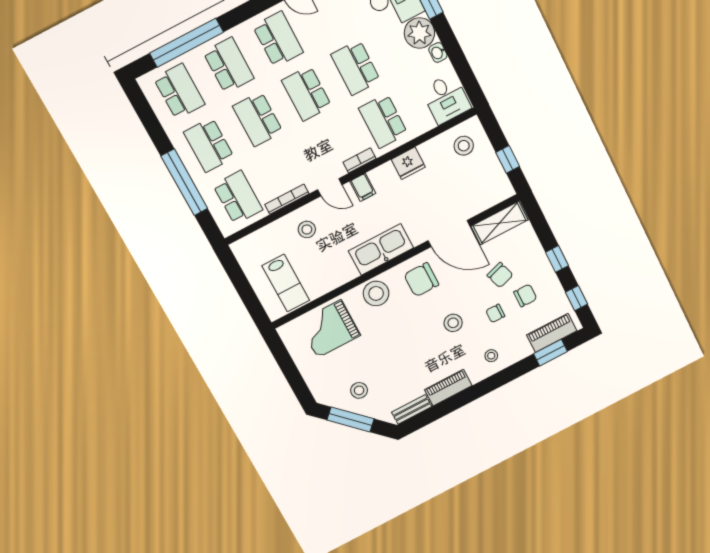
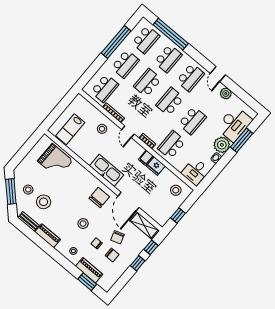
school desk: (356, 68) -> (192, 121), turned 180
school desk: (209, 145) -> (125, 64), turned 180
window: (184, 182) -> (116, 42), moved
filing cabinet: (363, 187) -> (146, 158), moved
chair: (421, 280) -> (99, 198), turned 90
stool: (376, 293) -> (44, 202), moved
window: (577, 298) -> (151, 247), moved
grand piano: (329, 329) -> (55, 161), turned 180
piano: (552, 333) -> (89, 270), moved

